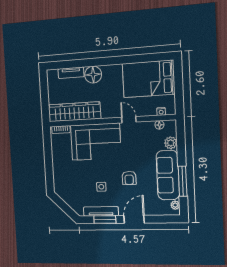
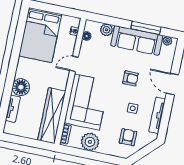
plant: (60, 154) -> (90, 142), added
armchair: (73, 189) -> (128, 137), added
window: (105, 220) -> (166, 113), removed

